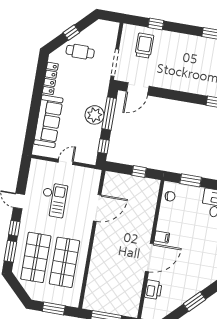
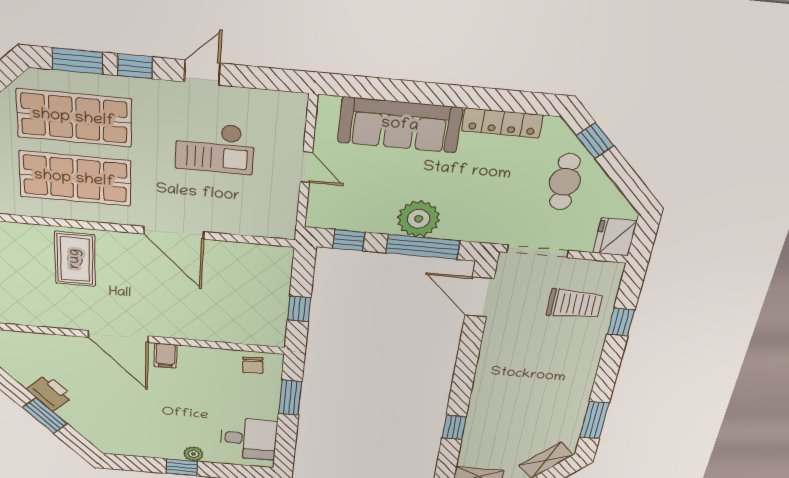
fridge: (109, 29) -> (615, 237), added
window: (71, 32) -> (595, 141), moved
door: (97, 208) -> (174, 233), moved
rug: (105, 270) -> (75, 259), added
printer: (153, 290) -> (50, 393), moved, turned -135

